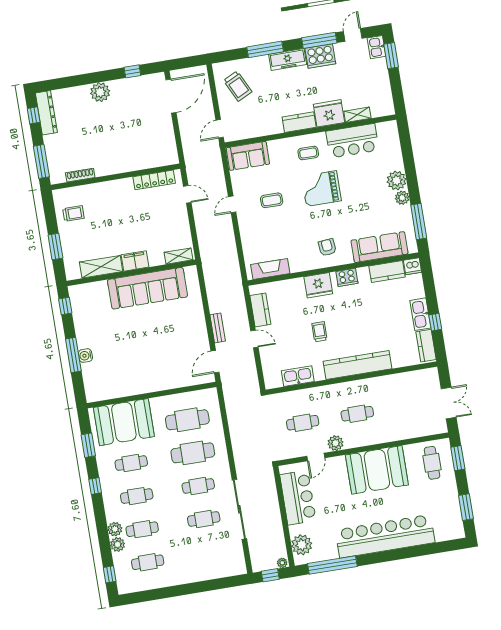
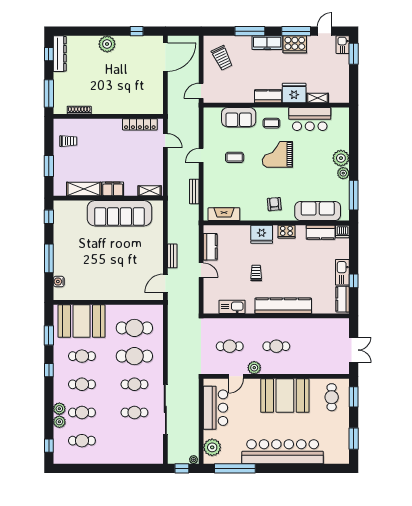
sofa: (248, 156) -> (239, 117), moved
bench: (231, 248) -> (194, 191), added
water cooler: (85, 356) -> (59, 282), moved

